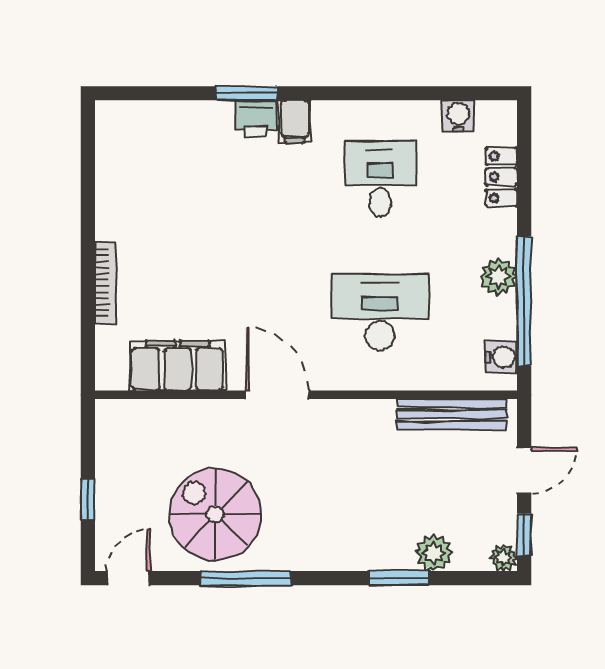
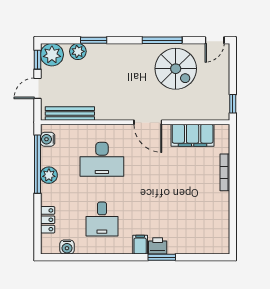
window: (88, 499) -> (233, 104), moved
plant: (504, 558) -> (52, 55), width x1.88, depth x1.88

